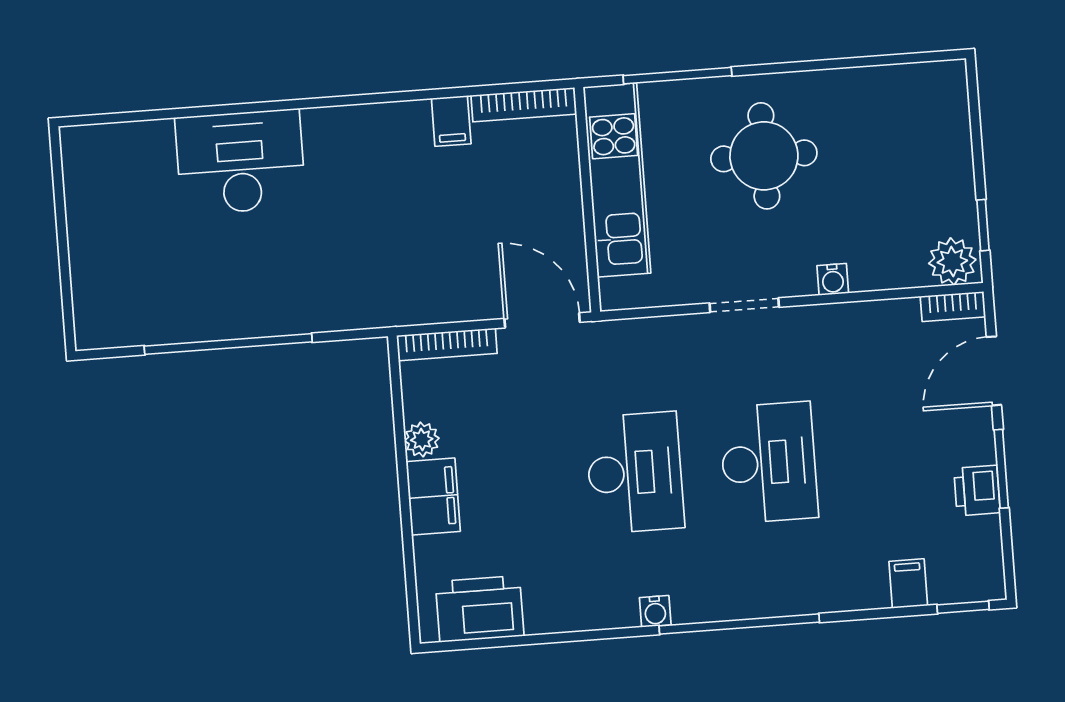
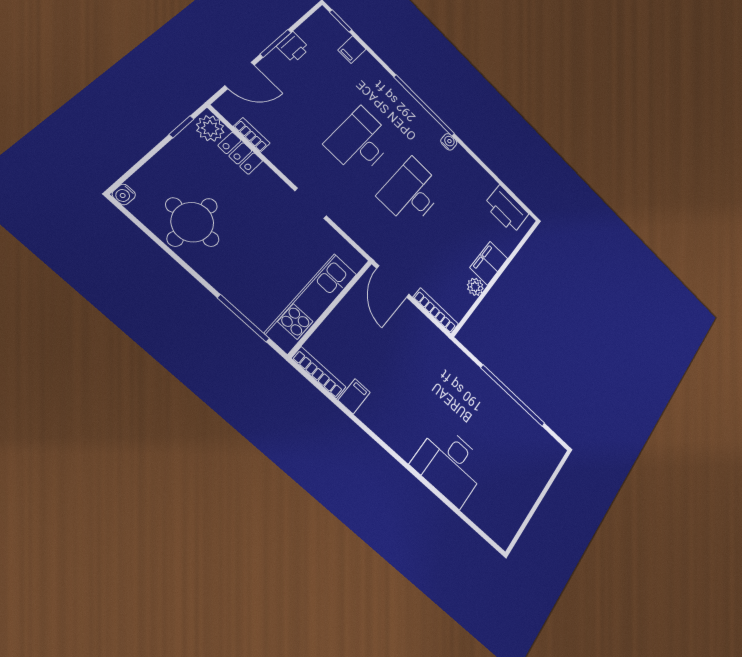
round table: (764, 156) -> (192, 222), moved
locker: (888, 271) -> (240, 153), added
water cooler: (833, 279) -> (124, 195), moved, turned 180
bookcase: (953, 306) -> (252, 135), moved

